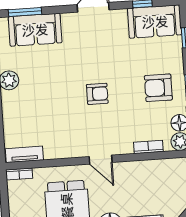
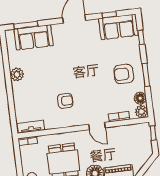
armchair: (97, 94) -> (65, 101), moved
door: (101, 160) -> (97, 126), moved

